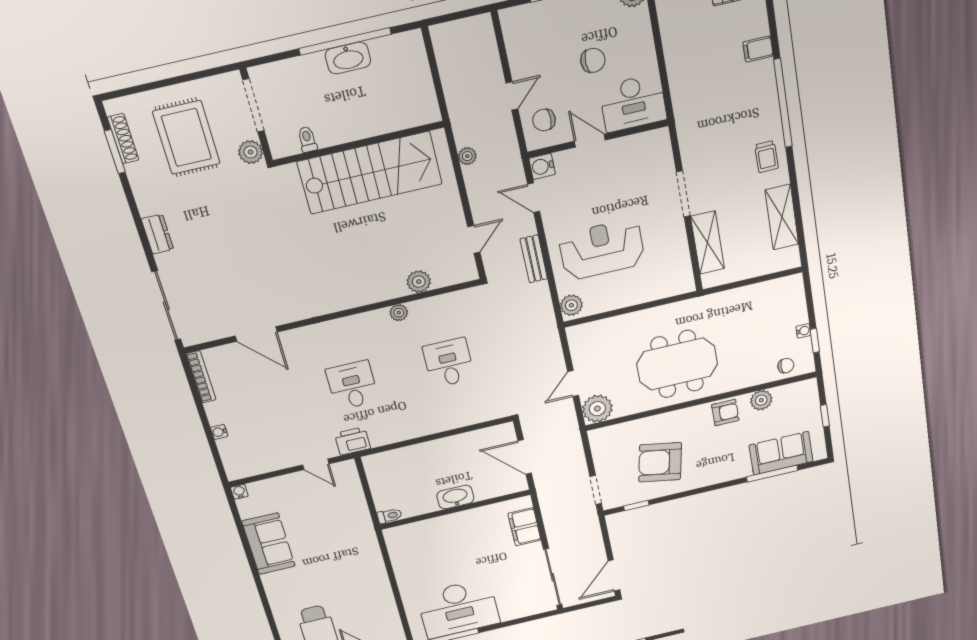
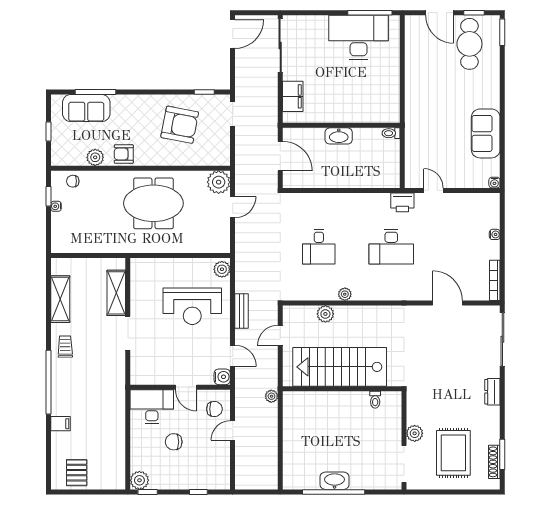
toilet: (307, 139) -> (375, 400), moved
wall: (359, 144) -> (342, 389), moved
stairs: (370, 173) -> (340, 367), moved
desk: (352, 385) -> (391, 247), width x1.37

